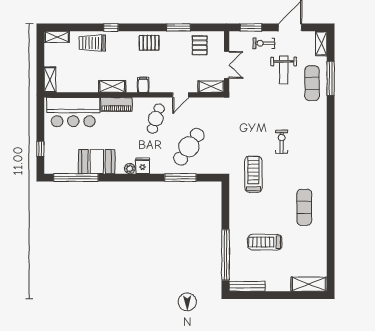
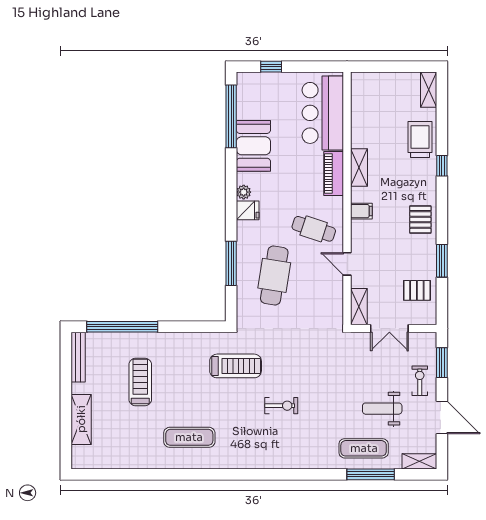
shelving: (50, 80) -> (369, 80), removed
cafe table: (189, 147) -> (274, 275), turned 64
shelving: (309, 284) -> (81, 419), moved

